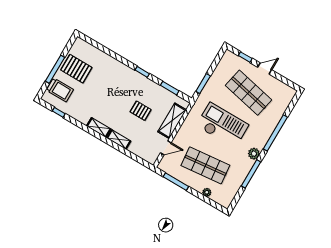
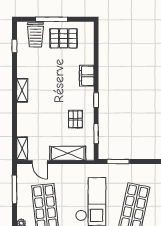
filing cabinet: (118, 68) -> (87, 76), added
pallet: (76, 69) -> (64, 38), turned 90
pallet: (141, 111) -> (75, 119), moved
shelving: (119, 139) -> (22, 149), moved

